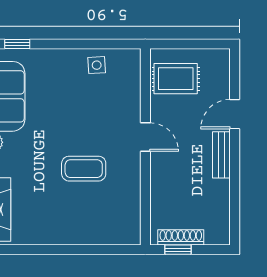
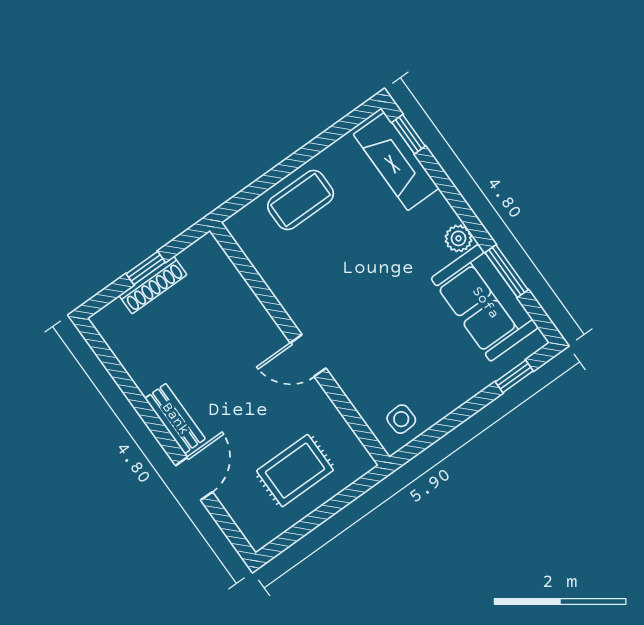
door: (145, 137) -> (308, 356), moved
wall: (145, 147) -> (300, 344), moved
coffee table: (84, 169) -> (301, 200), moved

